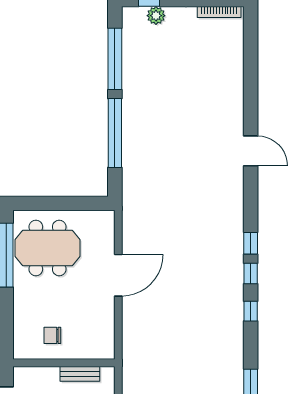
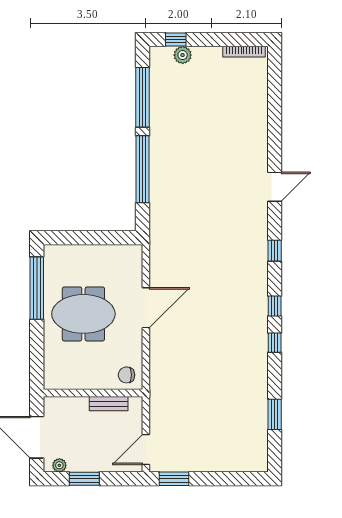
door: (251, 151) -> (275, 187), hinge flipped
window: (251, 243) -> (275, 251), moved
meeting table: (48, 248) -> (83, 314), moved
chair: (52, 335) -> (126, 375), moved

